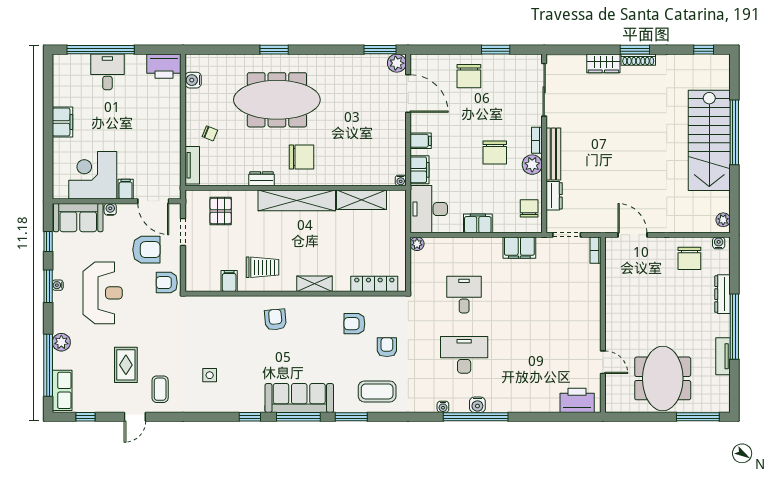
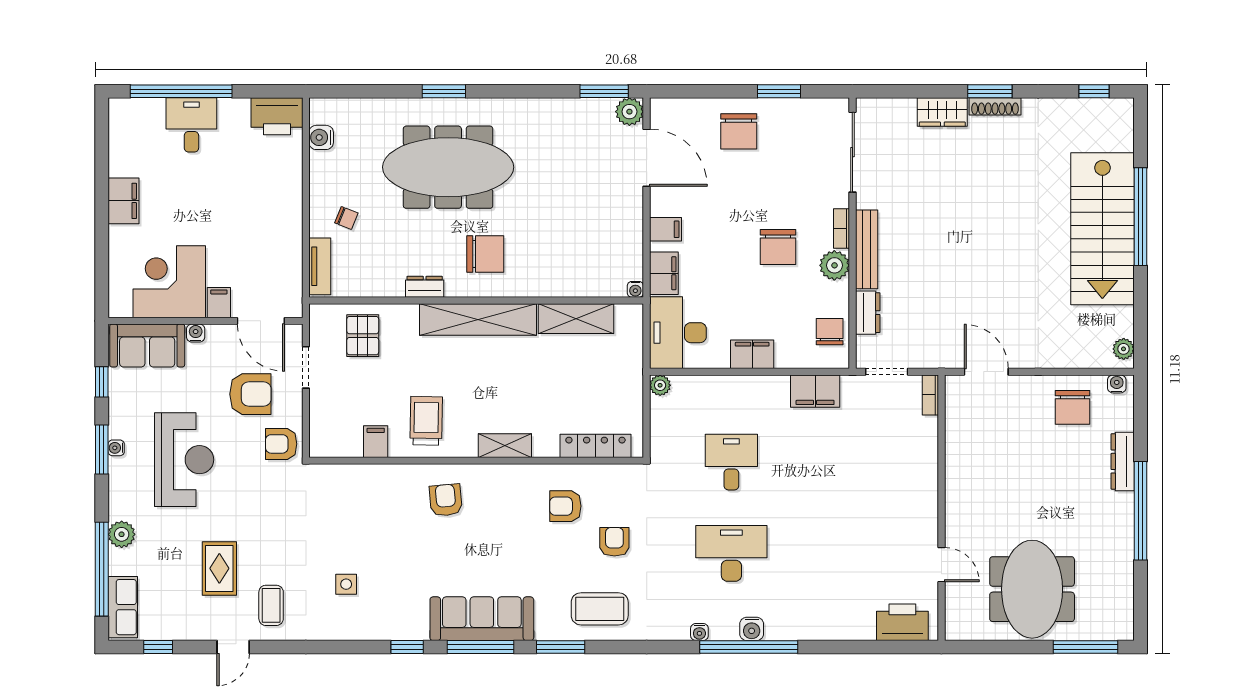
trolley: (262, 267) -> (426, 421), turned -89
tv unit: (723, 356) -> (1123, 555), removed

